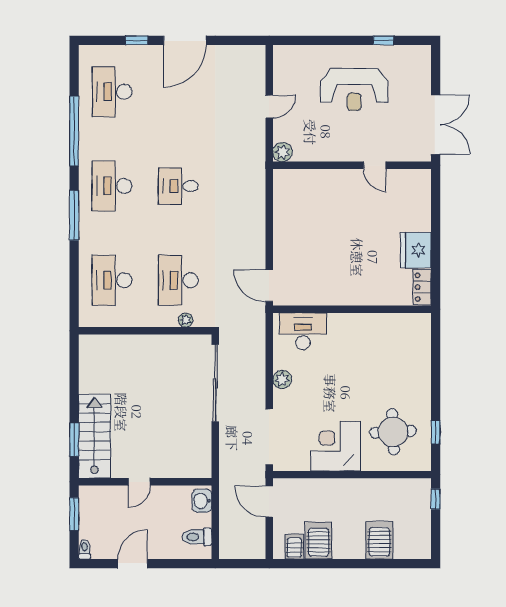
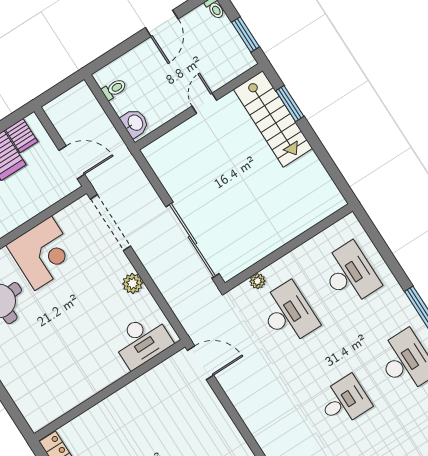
toilet: (197, 537) -> (114, 89), width x0.73, depth x0.72

